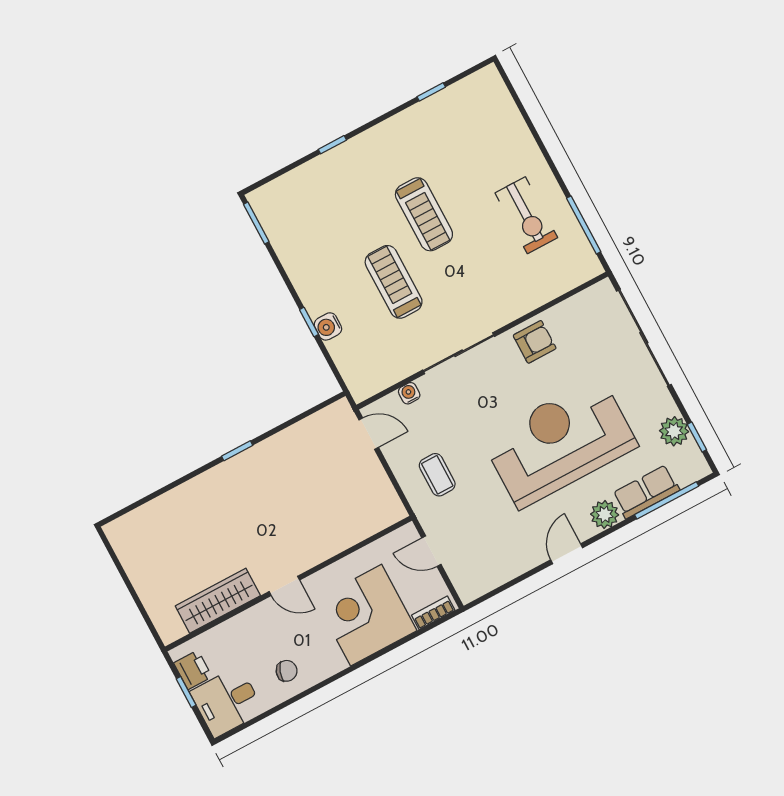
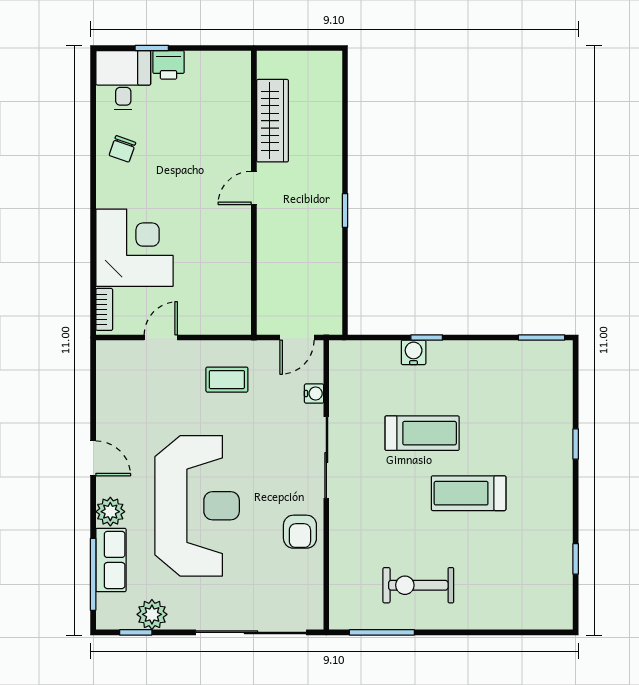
wall: (288, 584) -> (254, 193), moved
door: (284, 586) -> (254, 188), moved
wardrobe: (218, 601) -> (273, 121), moved

